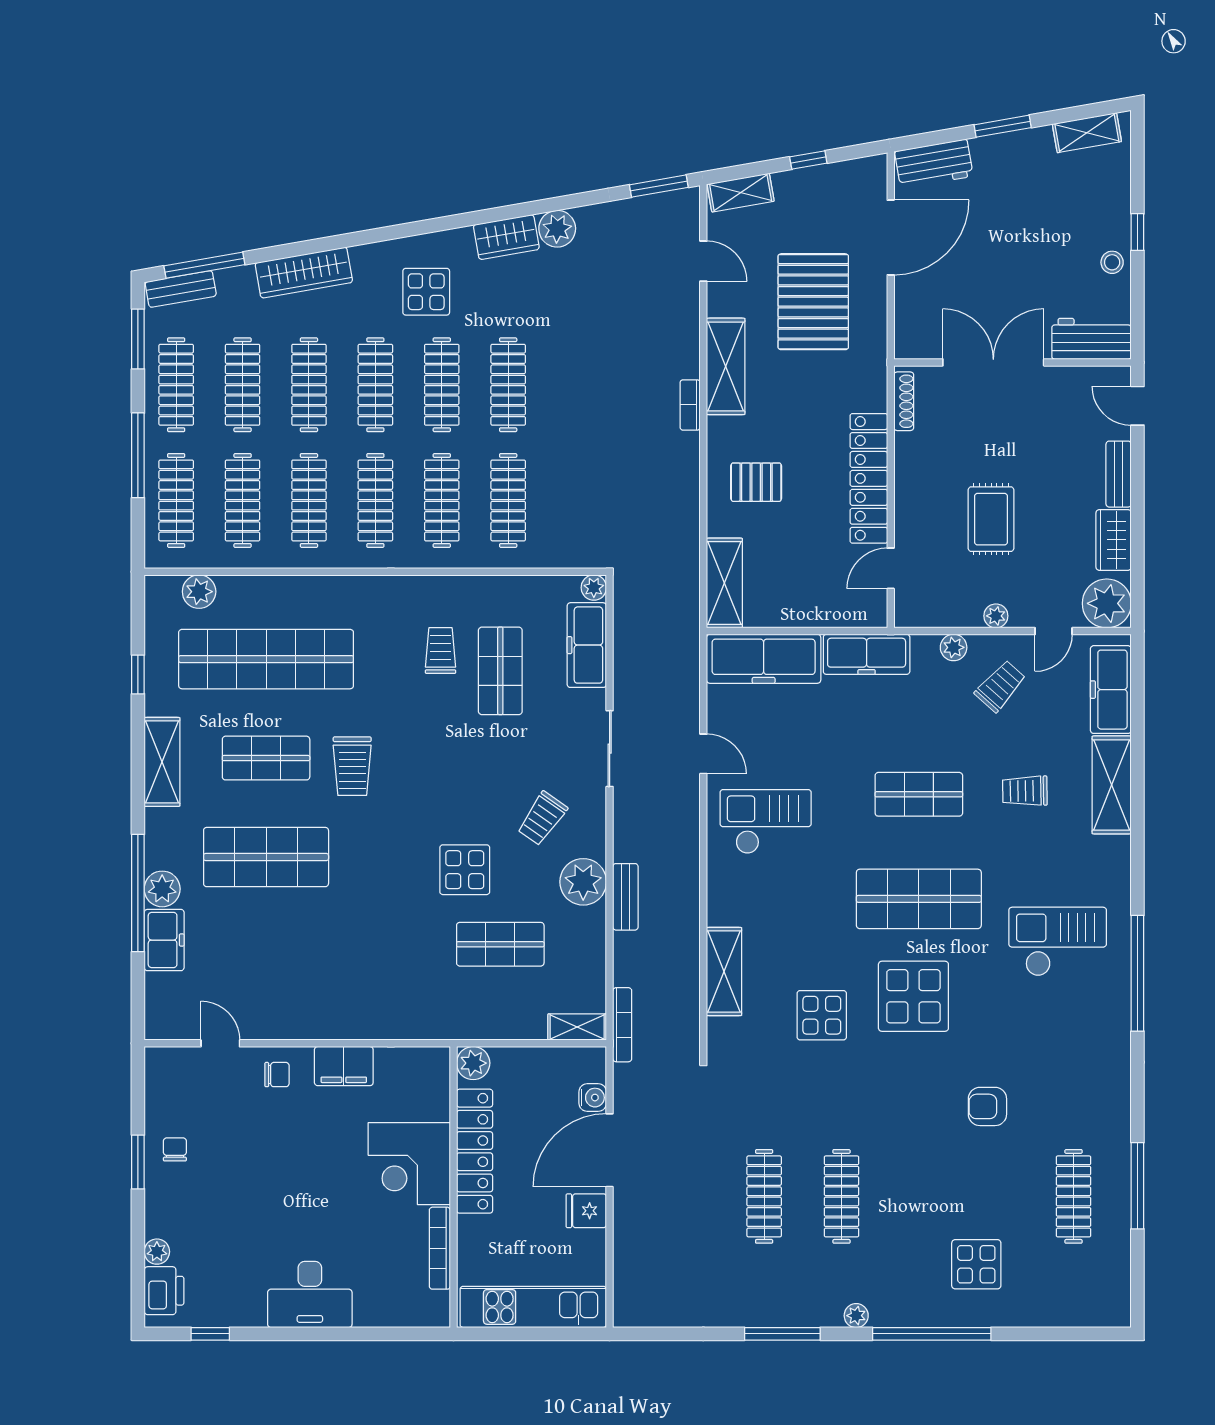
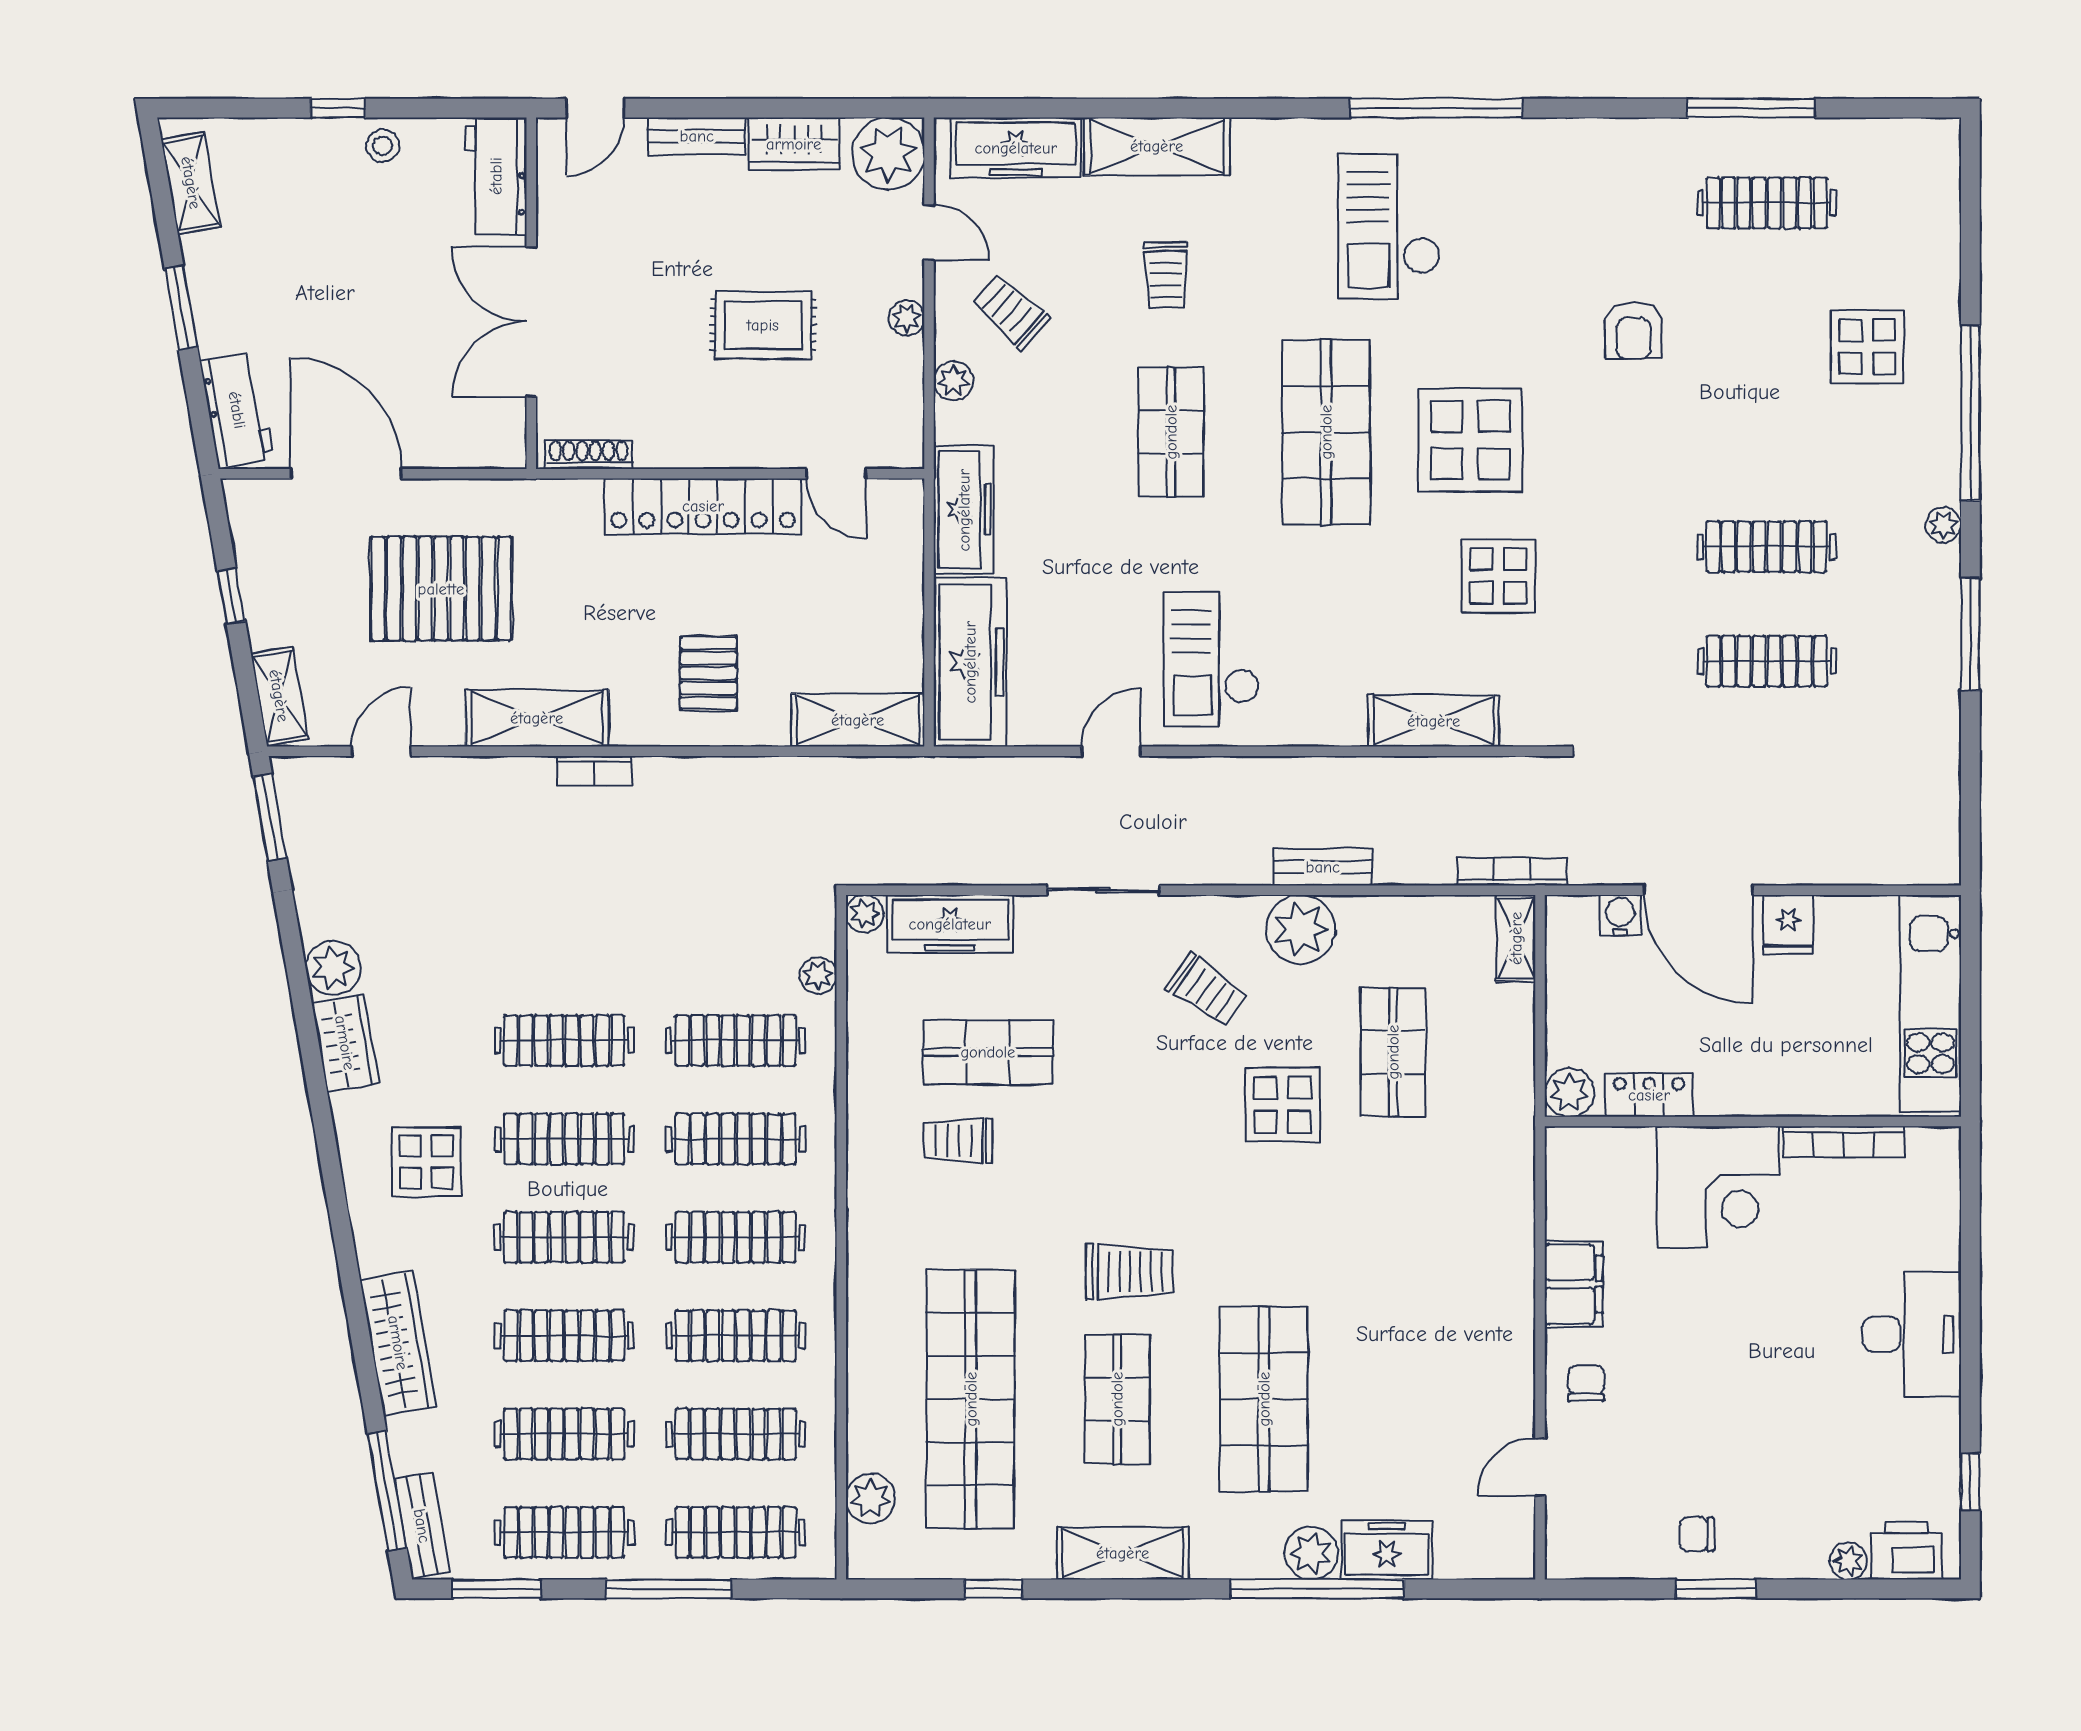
plant: (552, 556) -> (818, 975), added
locker: (475, 1151) -> (1649, 1095), width x0.46, depth x0.83

